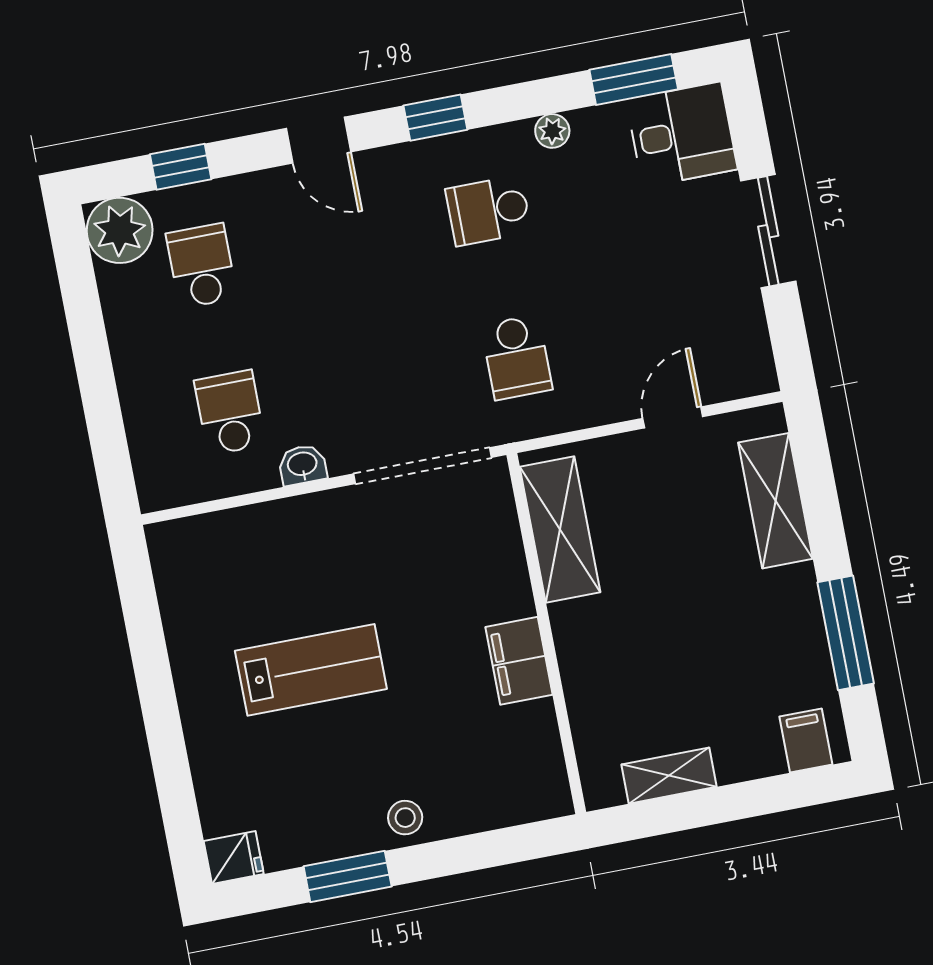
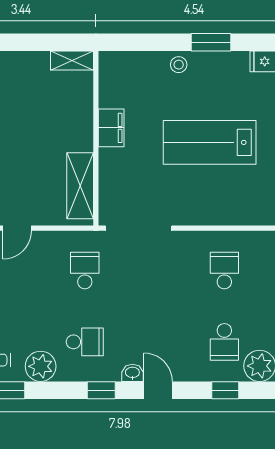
plant: (552, 131) -> (41, 366), width x1.88, depth x1.88
school desk: (230, 413) -> (224, 270), turned 180
washbasin: (302, 465) -> (132, 373), moved, turned 180
lab bench: (311, 670) -> (210, 142), width x1.36, depth x1.39
shelving: (669, 776) -> (72, 60), moved

